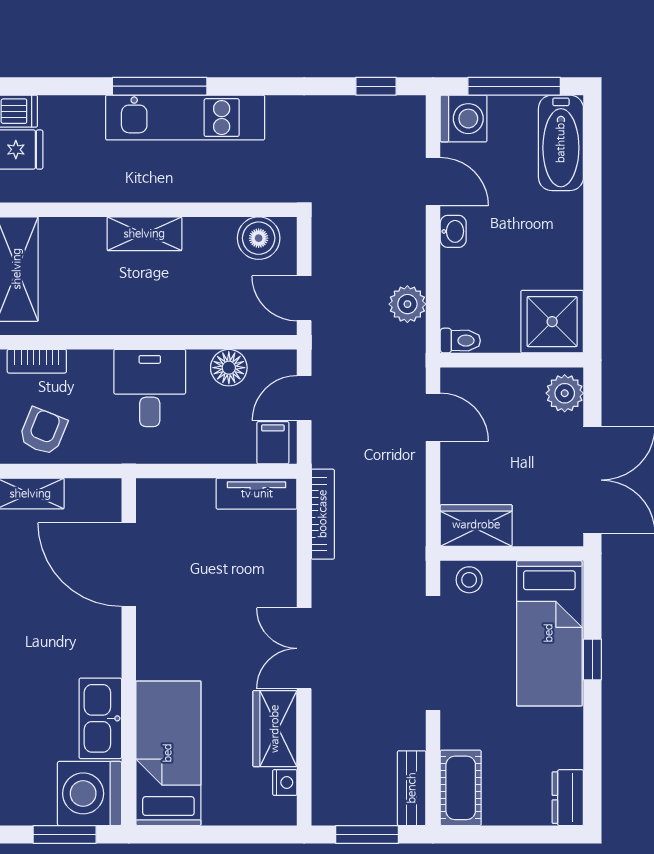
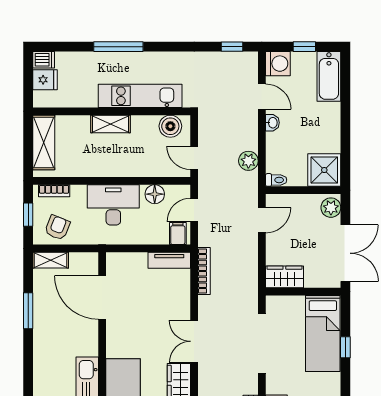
window: (514, 86) -> (304, 47), width x0.46
kitchen unit: (185, 118) -> (140, 96), moved, turned 180
desk: (150, 388) -> (113, 205), width x1.37
door: (433, 417) -> (262, 220), hinge flipped
stool: (469, 580) -> (281, 305), removed

